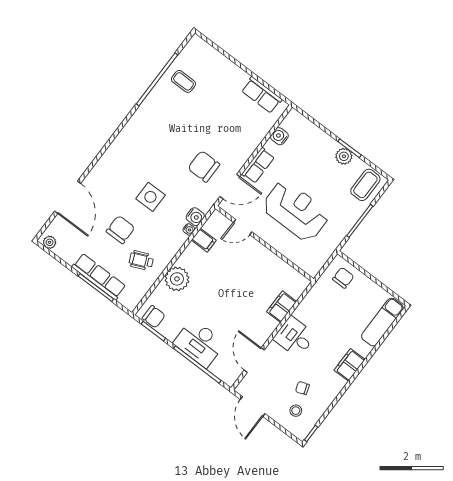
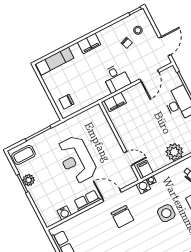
door: (243, 227) -> (129, 159), moved
wall: (264, 244) -> (120, 141), moved

